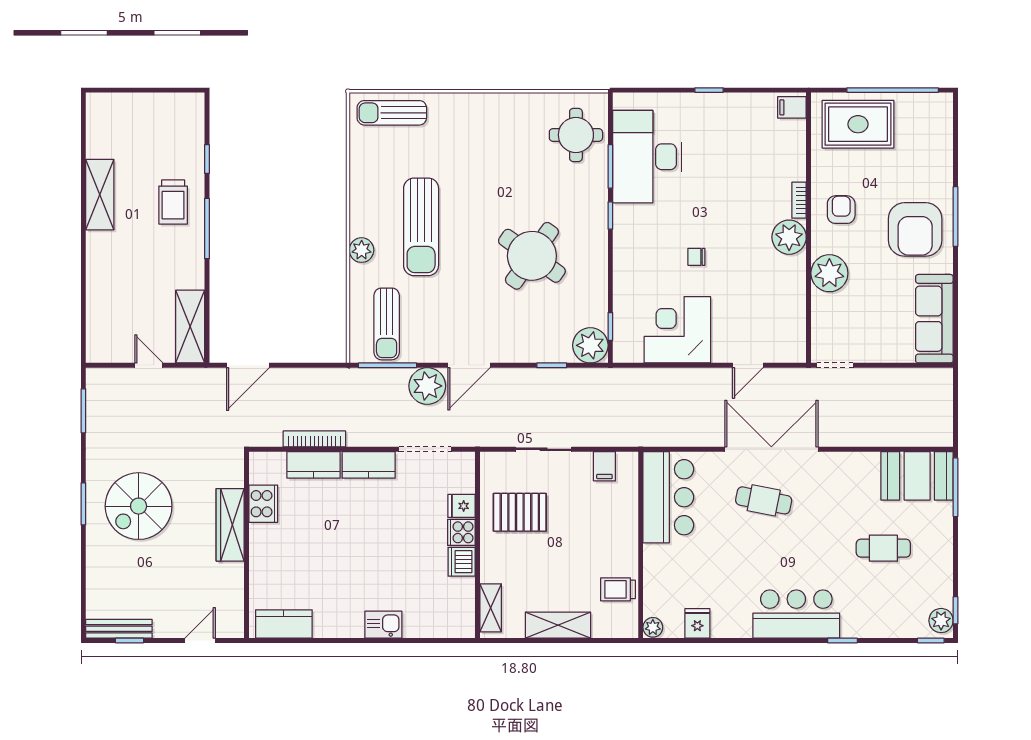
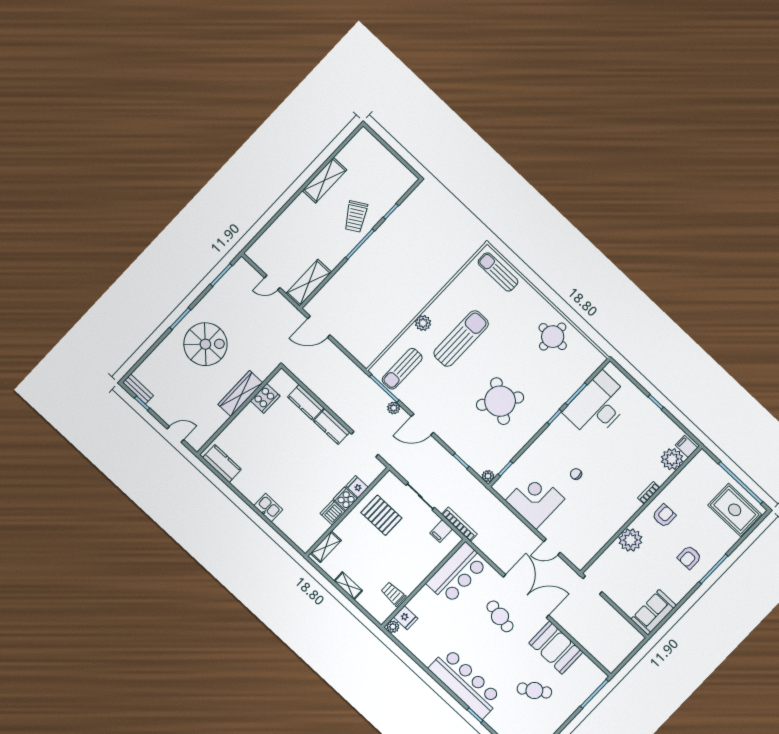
rug: (858, 124) -> (735, 510), moved
round table: (576, 135) -> (553, 337), moved
trolley: (173, 202) -> (356, 217), turned -31
sun lounger: (421, 227) -> (461, 339), turned 180
armchair: (915, 229) -> (689, 557), width x0.53, depth x0.53
plant: (789, 237) -> (672, 459), moved
sofa: (934, 319) -> (654, 612), width x0.73
plant: (590, 345) -> (488, 476), width x0.53, depth x0.53
door: (149, 365) -> (272, 283), swing flipped
plant: (427, 386) -> (394, 408), width x0.53, depth x0.53
bookcase: (314, 439) -> (459, 524), moved
booth: (917, 476) -> (556, 648), moved
spiral stairs: (139, 506) -> (205, 344), turned 180
cafe table: (883, 548) -> (534, 690), turned -34
bar counter: (796, 614) -> (465, 683), width x1.36
fridge: (697, 623) -> (406, 618), moved, turned 90
shelving: (558, 625) -> (348, 586), width x0.67, depth x0.75
bench: (119, 629) -> (138, 389), width x0.73

